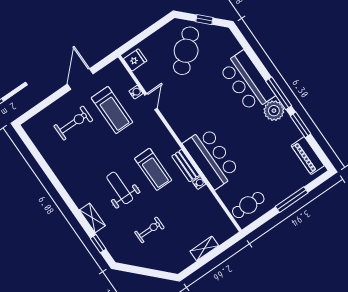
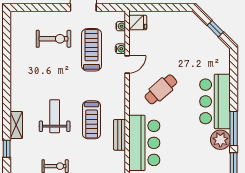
cafe table: (186, 51) -> (161, 89), moved, width x0.73, depth x0.74
treadmill: (112, 110) -> (91, 50), turned 180
water cooler: (199, 183) -> (121, 26), moved

